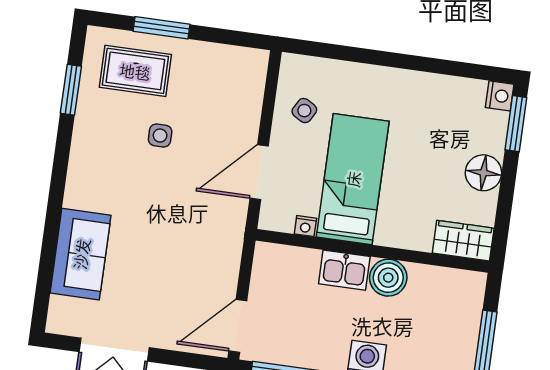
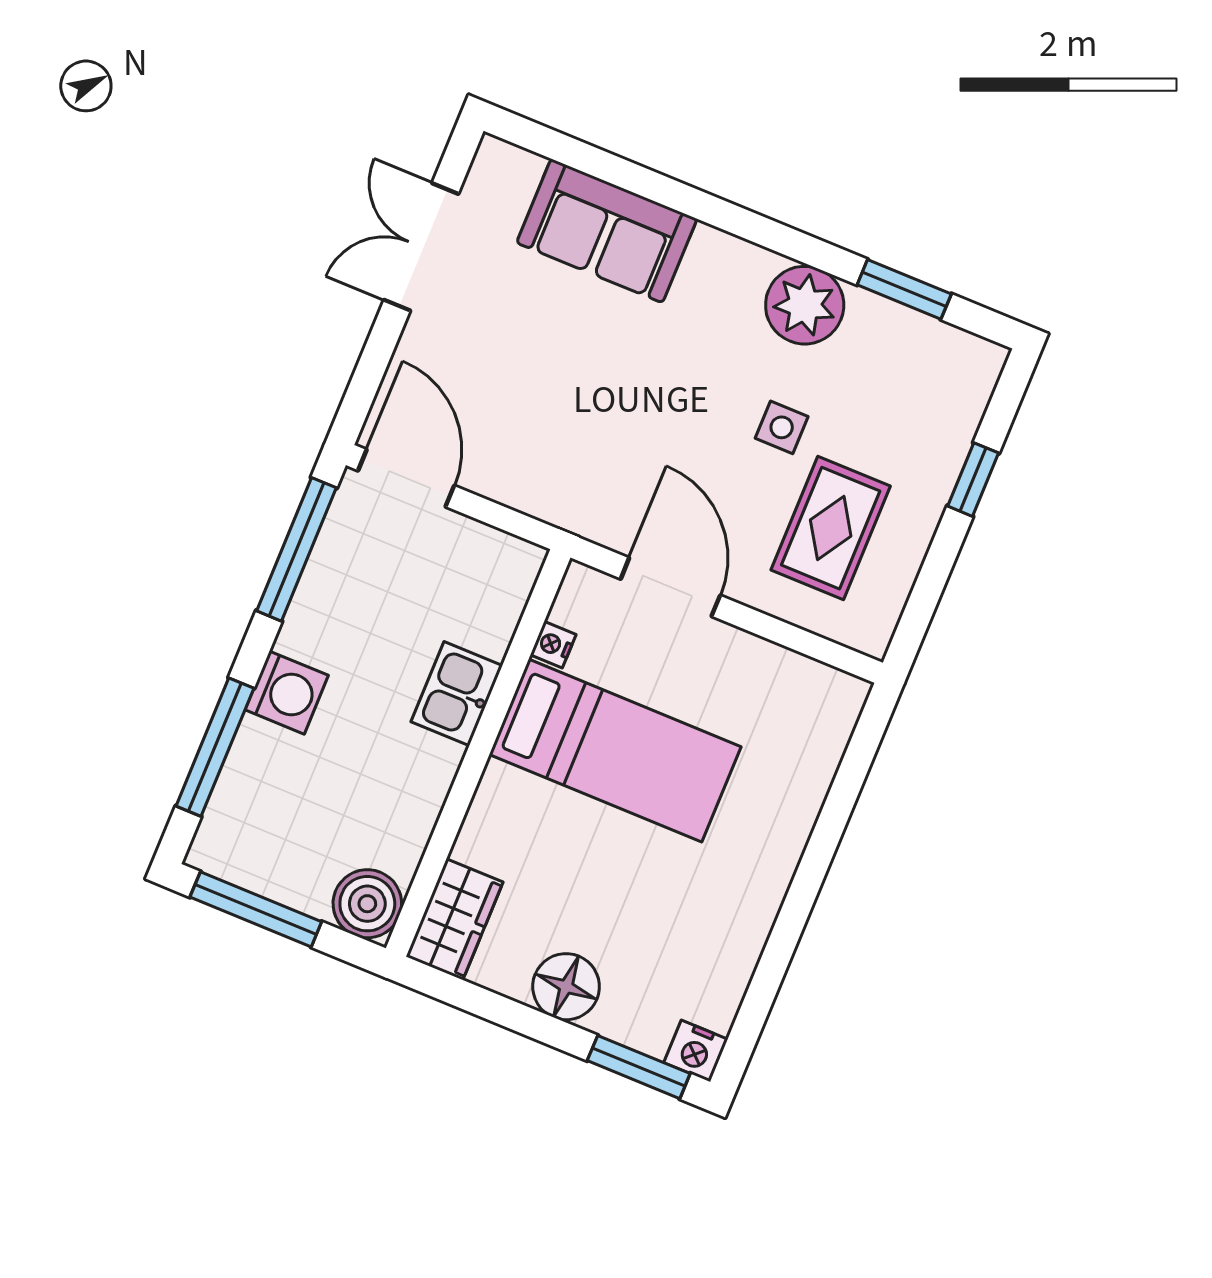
window: (161, 28) -> (973, 480), width x0.67
rug: (135, 71) -> (831, 528), moved
side table: (304, 111) -> (760, 696), removed
plant: (93, 140) -> (805, 305), added
boiler: (388, 278) -> (367, 904), moved

